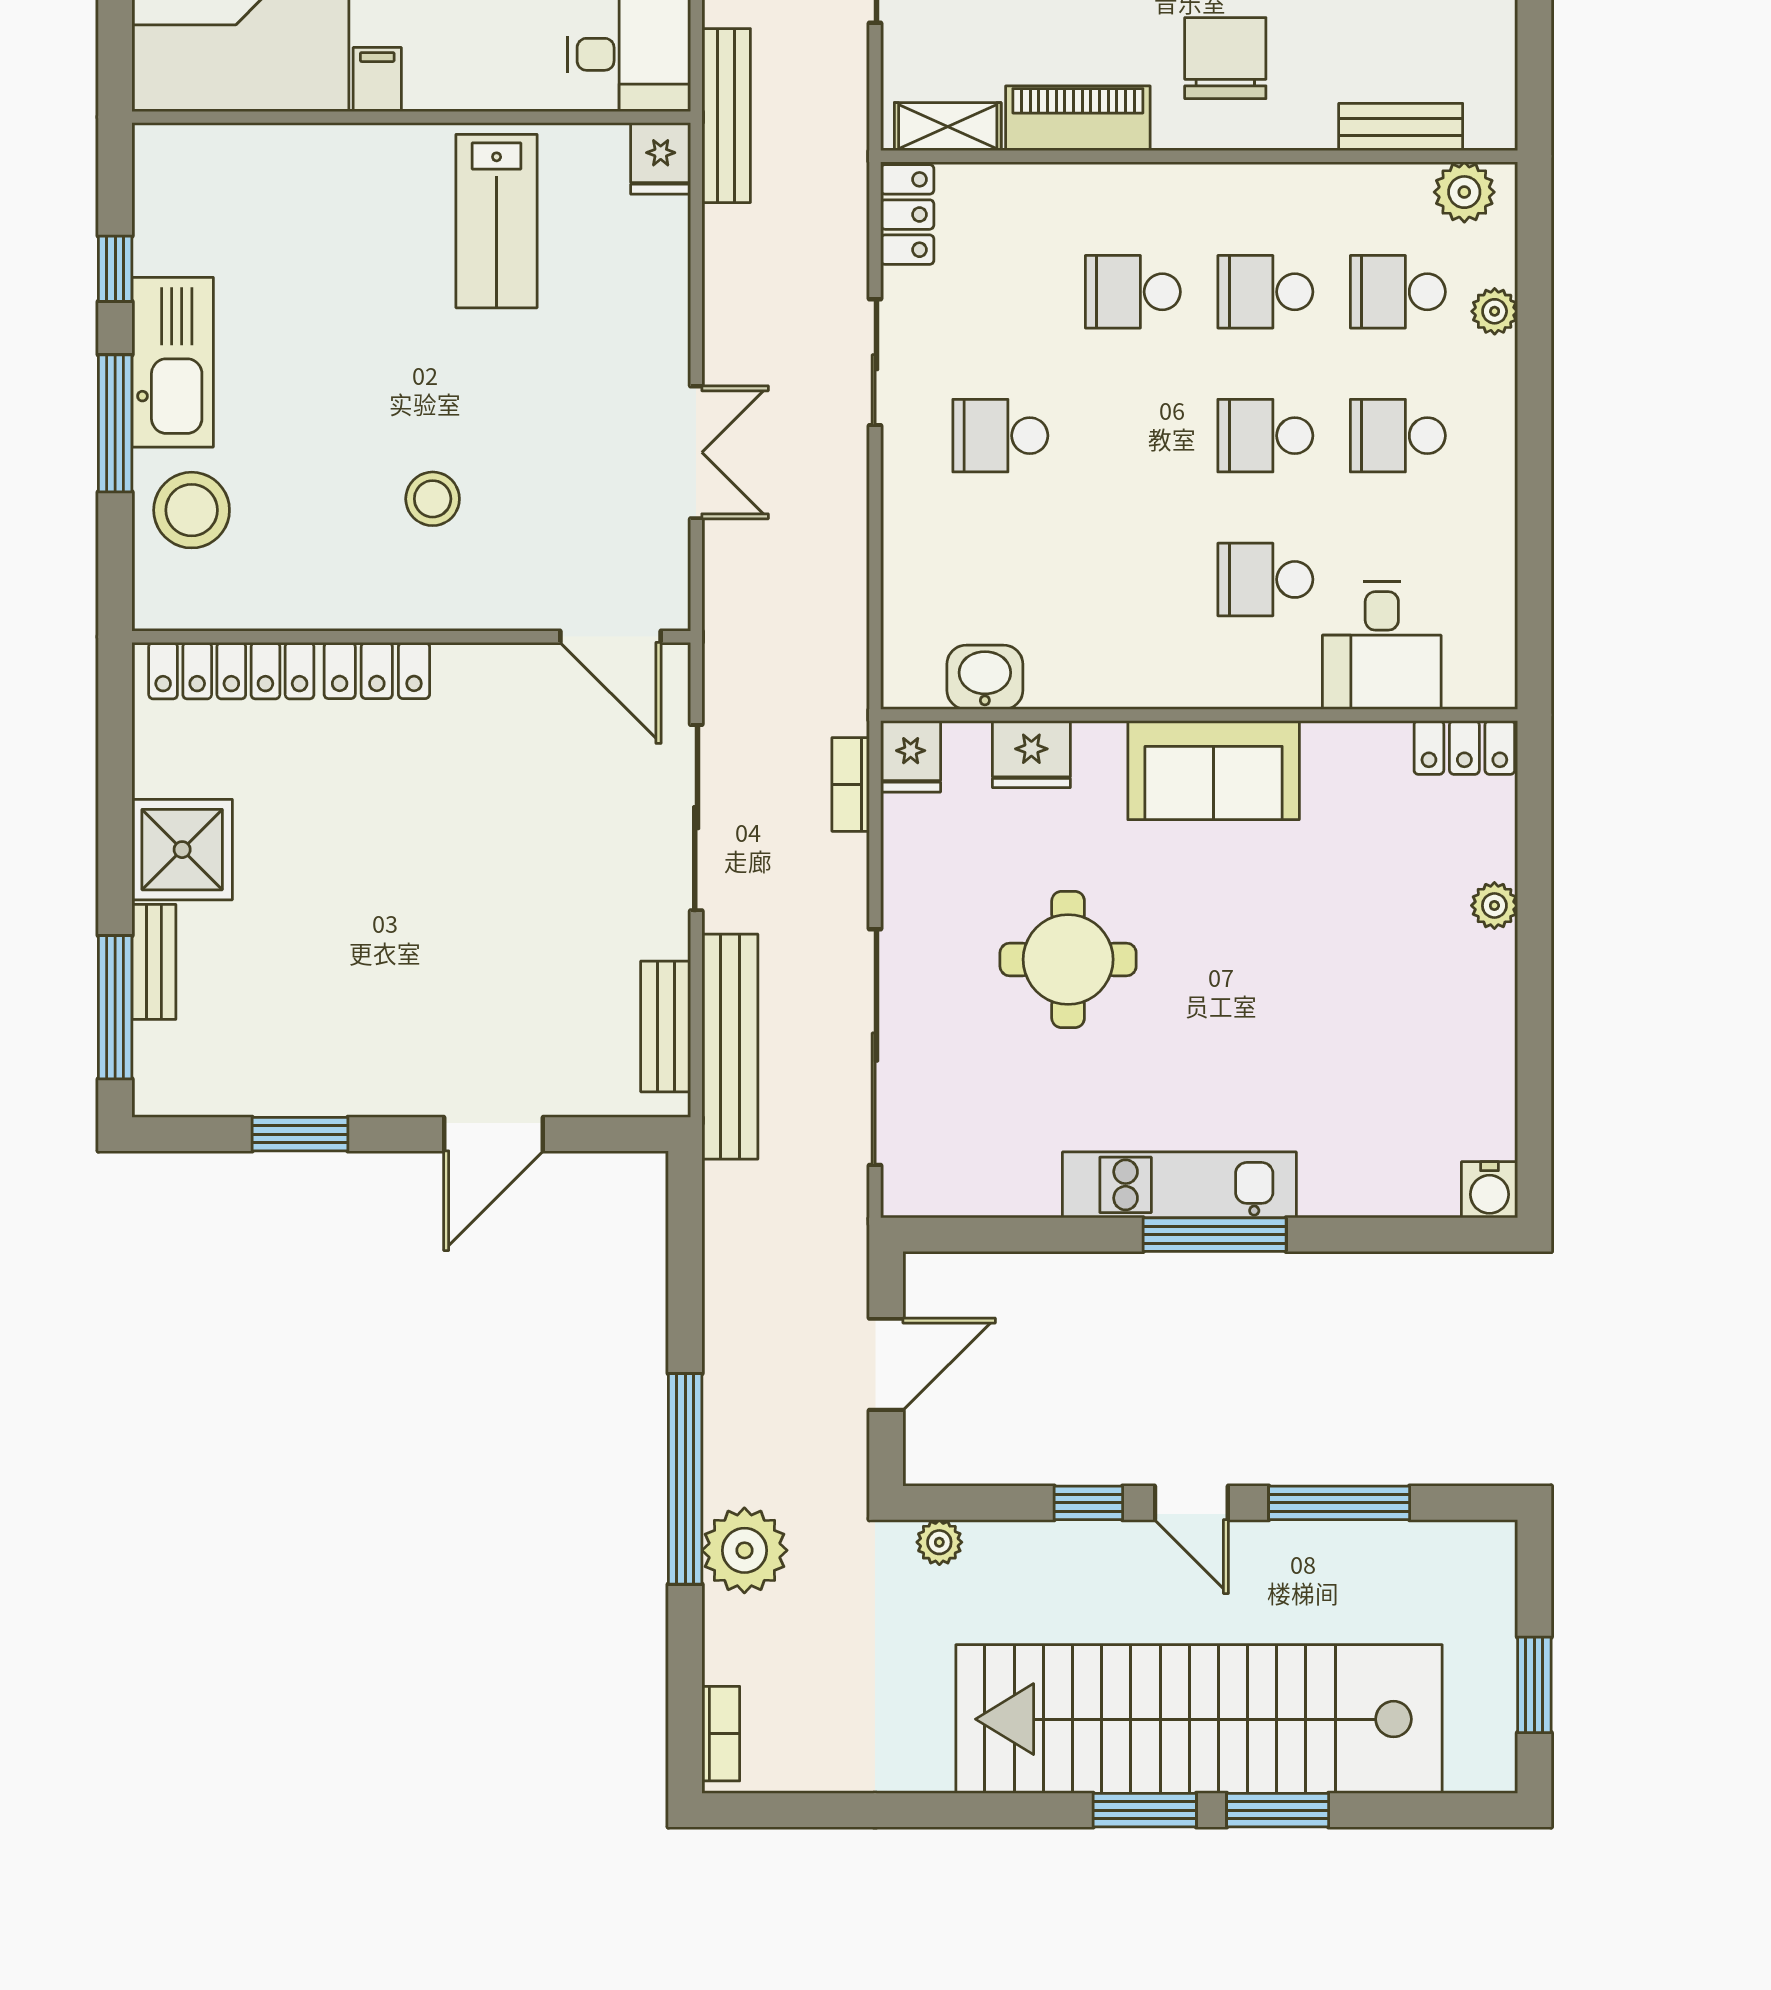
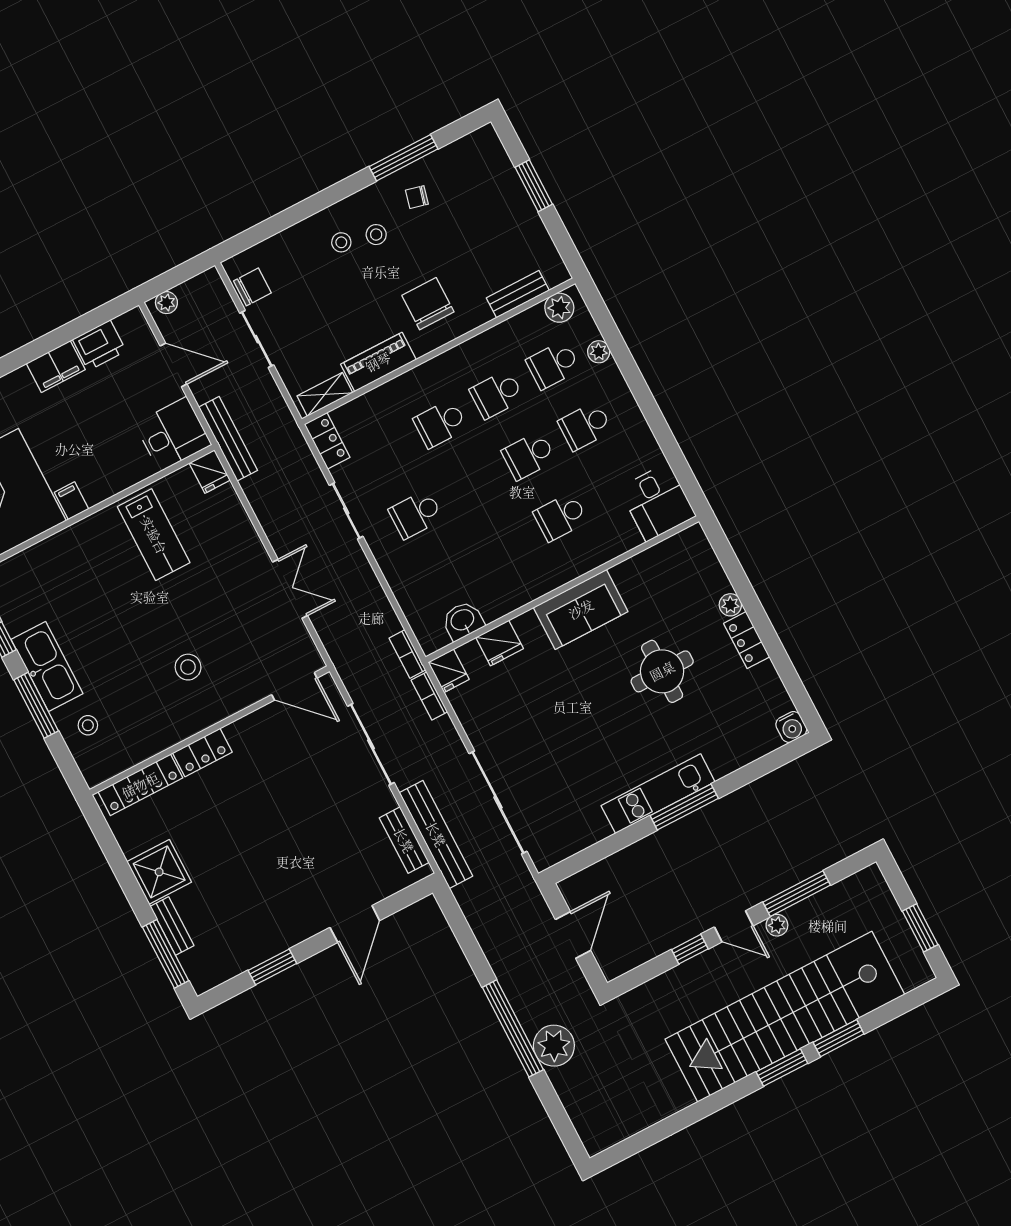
stool: (192, 510) -> (88, 725), width x0.53, depth x0.53
desk: (1382, 645) -> (657, 502), moved
locker: (1464, 747) -> (747, 640), moved, turned 90
round table: (1068, 959) -> (662, 671), moved
plant: (939, 1542) -> (777, 925), moved
bookcase: (721, 1734) -> (407, 654), moved, turned 180

